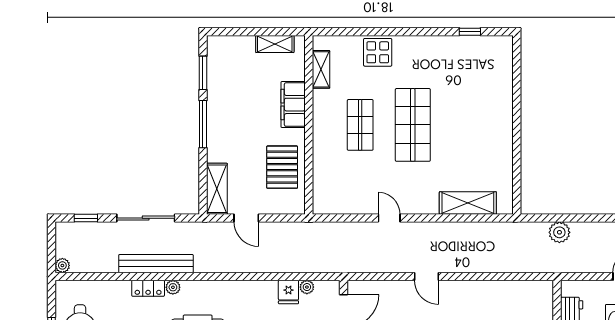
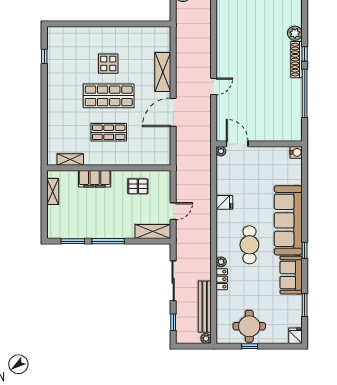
display table: (378, 52) -> (108, 64), moved
pallet: (282, 167) -> (138, 186), width x0.67, depth x0.71
shelving: (468, 203) -> (163, 72), moved
door: (389, 218) -> (173, 112), width x1.87
bench: (156, 264) -> (205, 307), moved
plant: (307, 287) -> (221, 151), moved
fridge: (288, 292) -> (224, 202), moved

